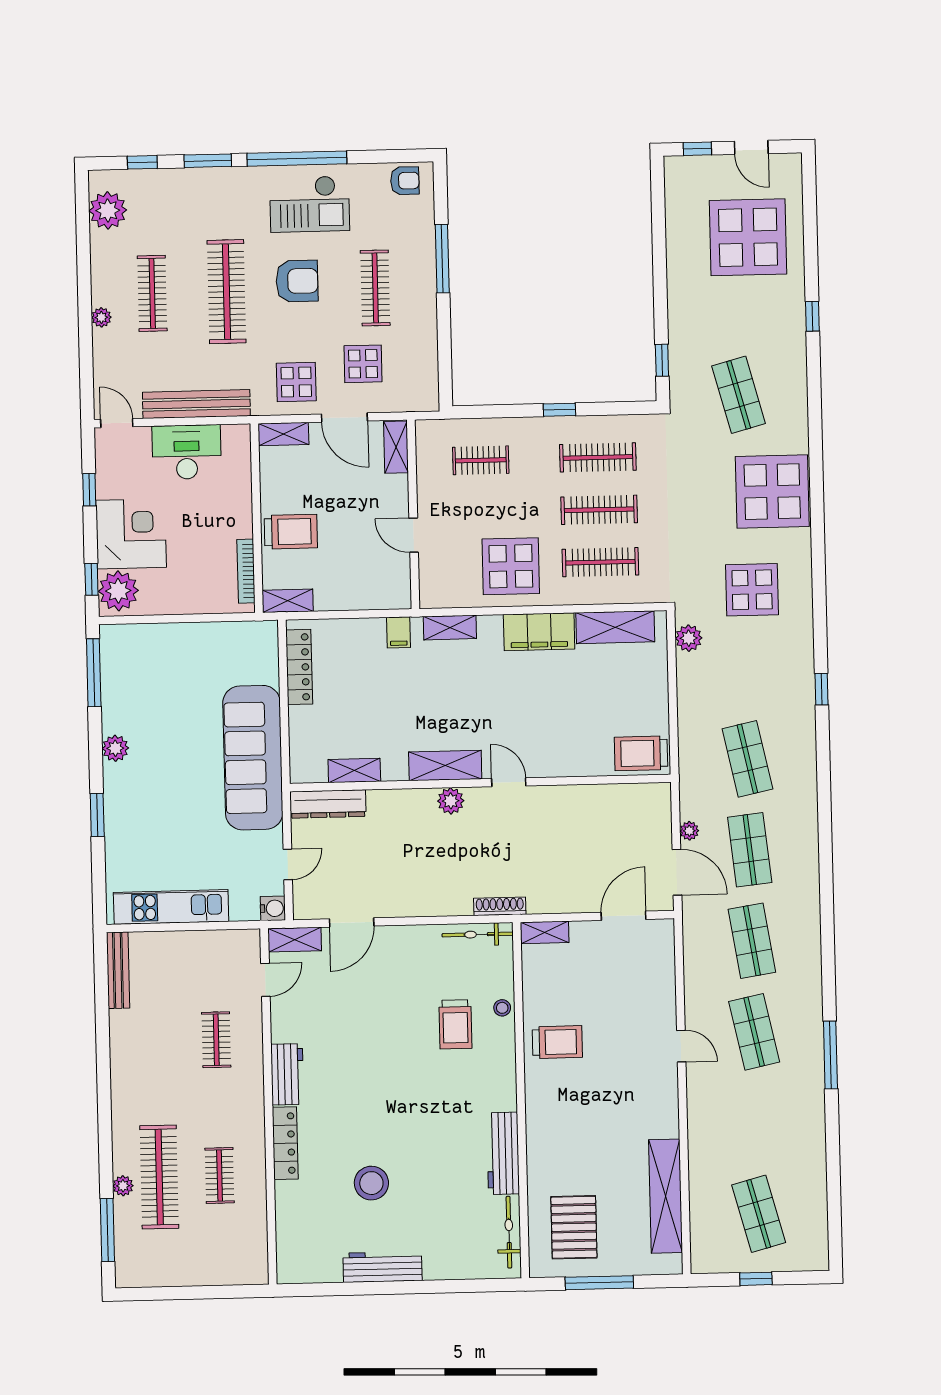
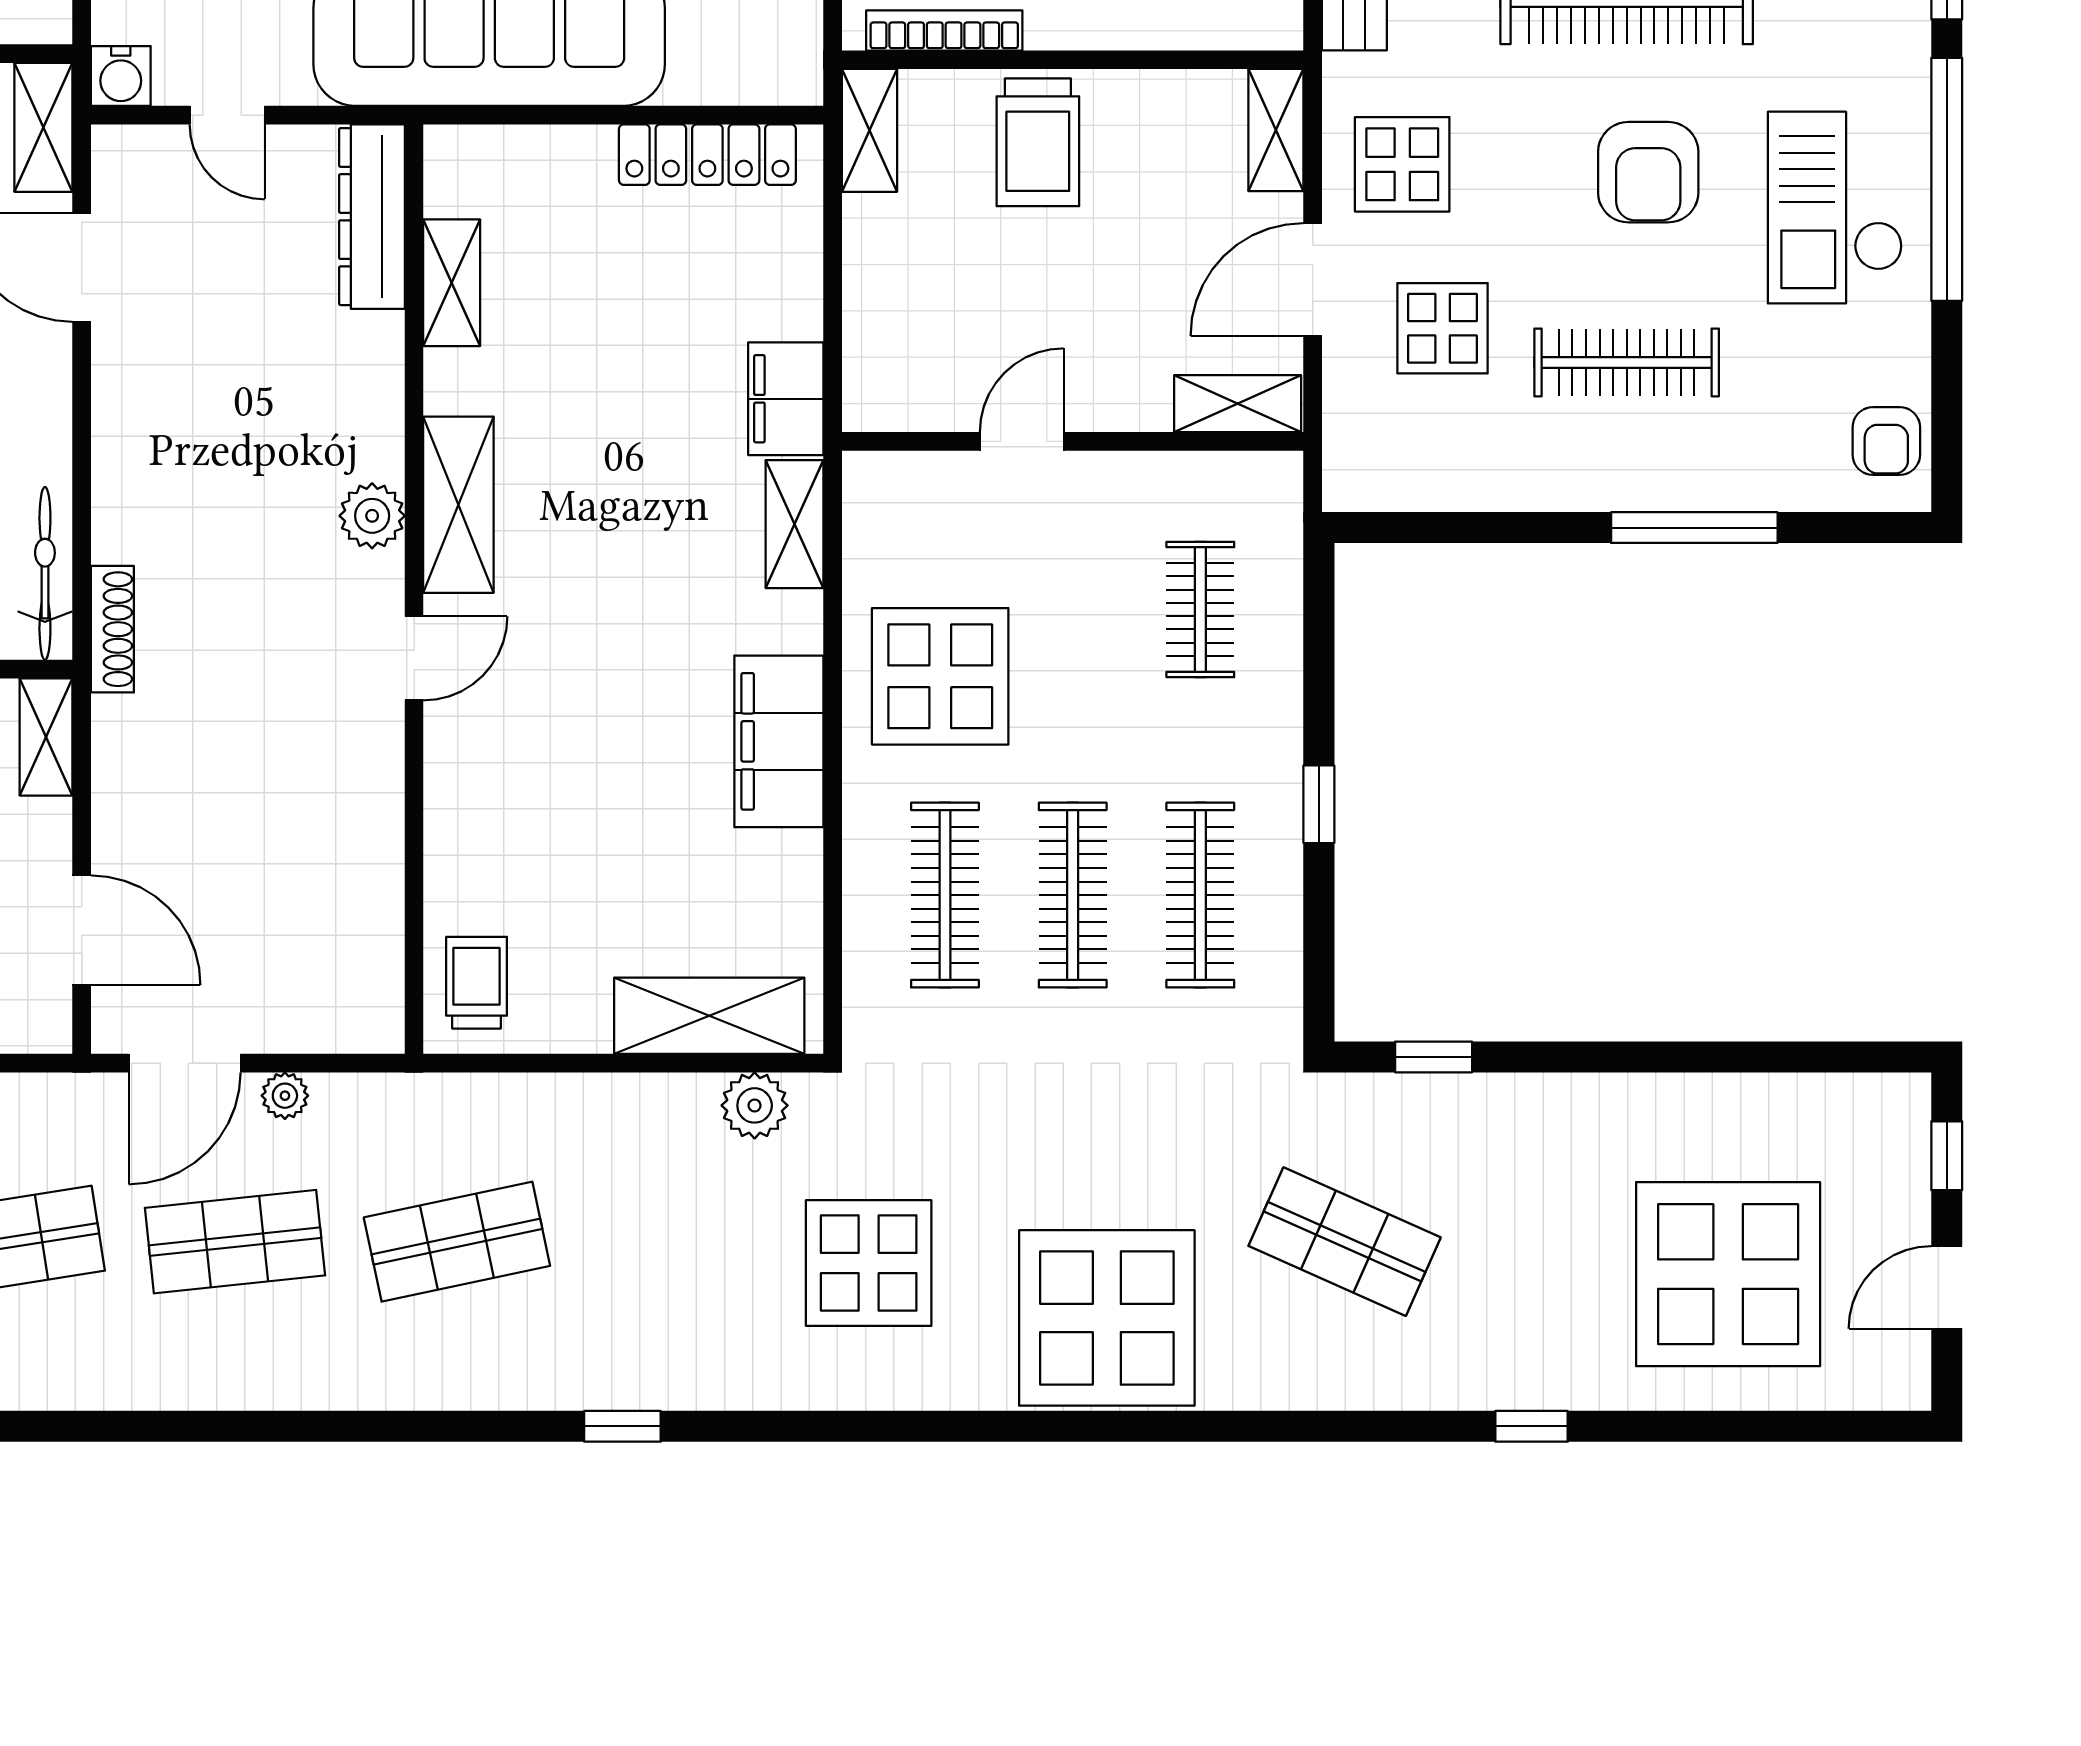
shop shelf: (739, 395) -> (1345, 1242), turned 39
shelving: (615, 627) -> (709, 1016), moved, turned 90
filing cabinet: (399, 632) -> (786, 399), width x2.00
trolley: (641, 753) -> (477, 983), width x0.73, depth x0.72

